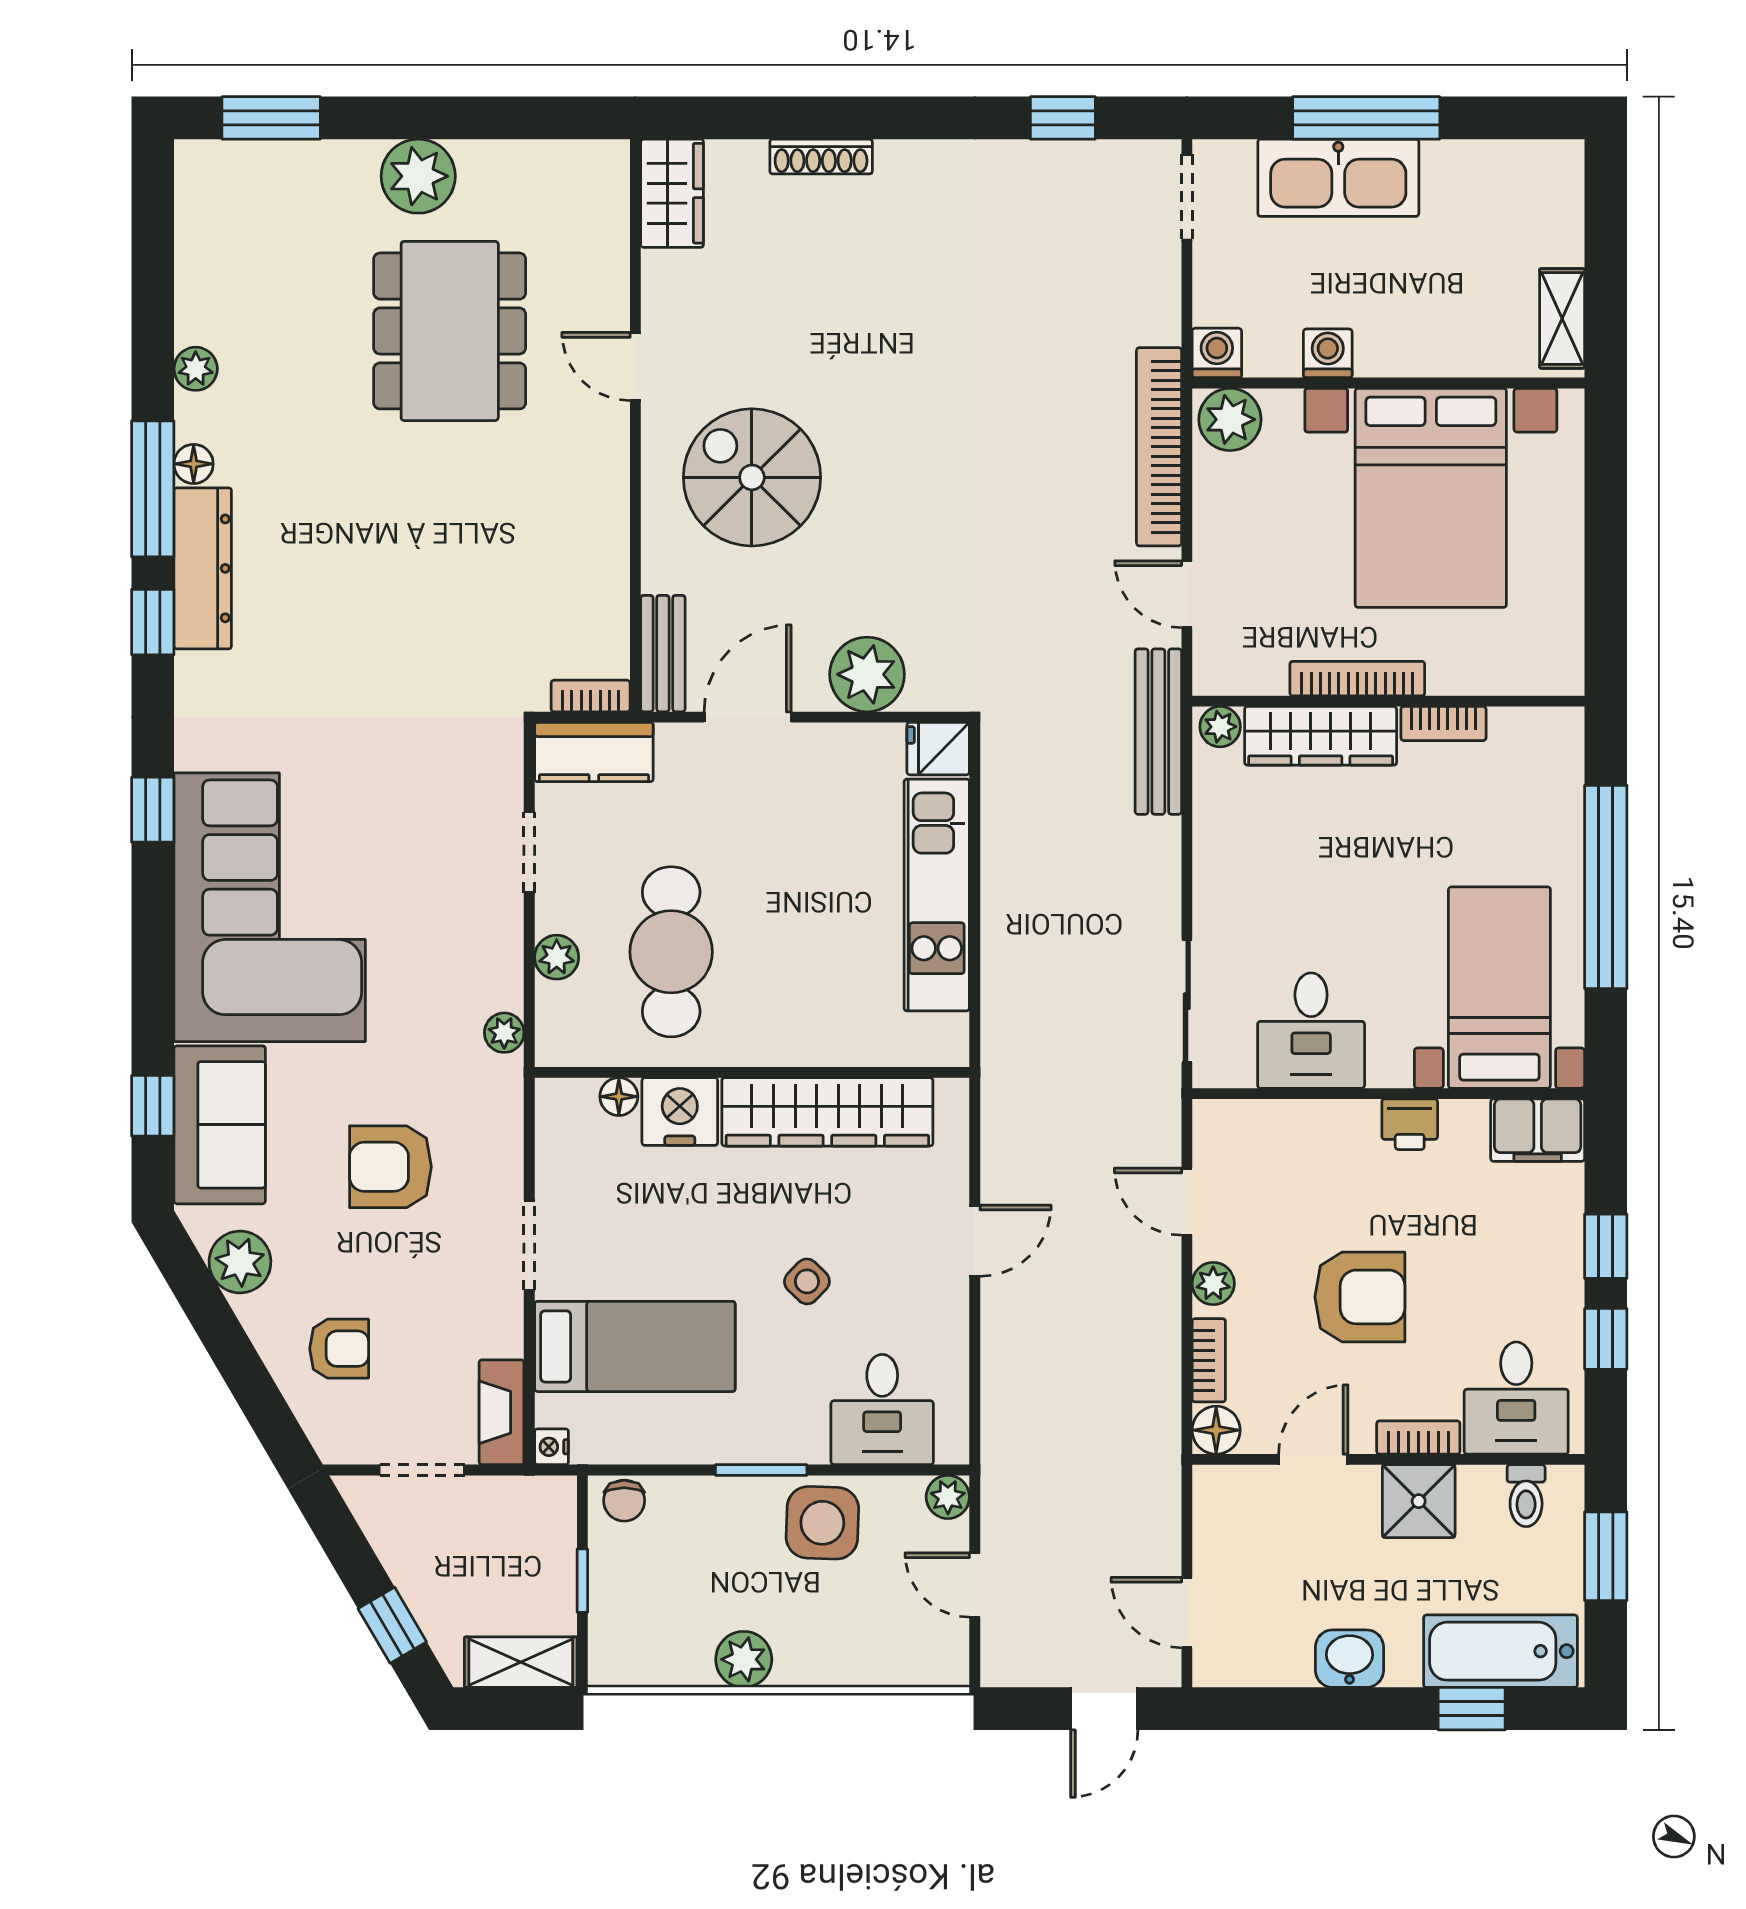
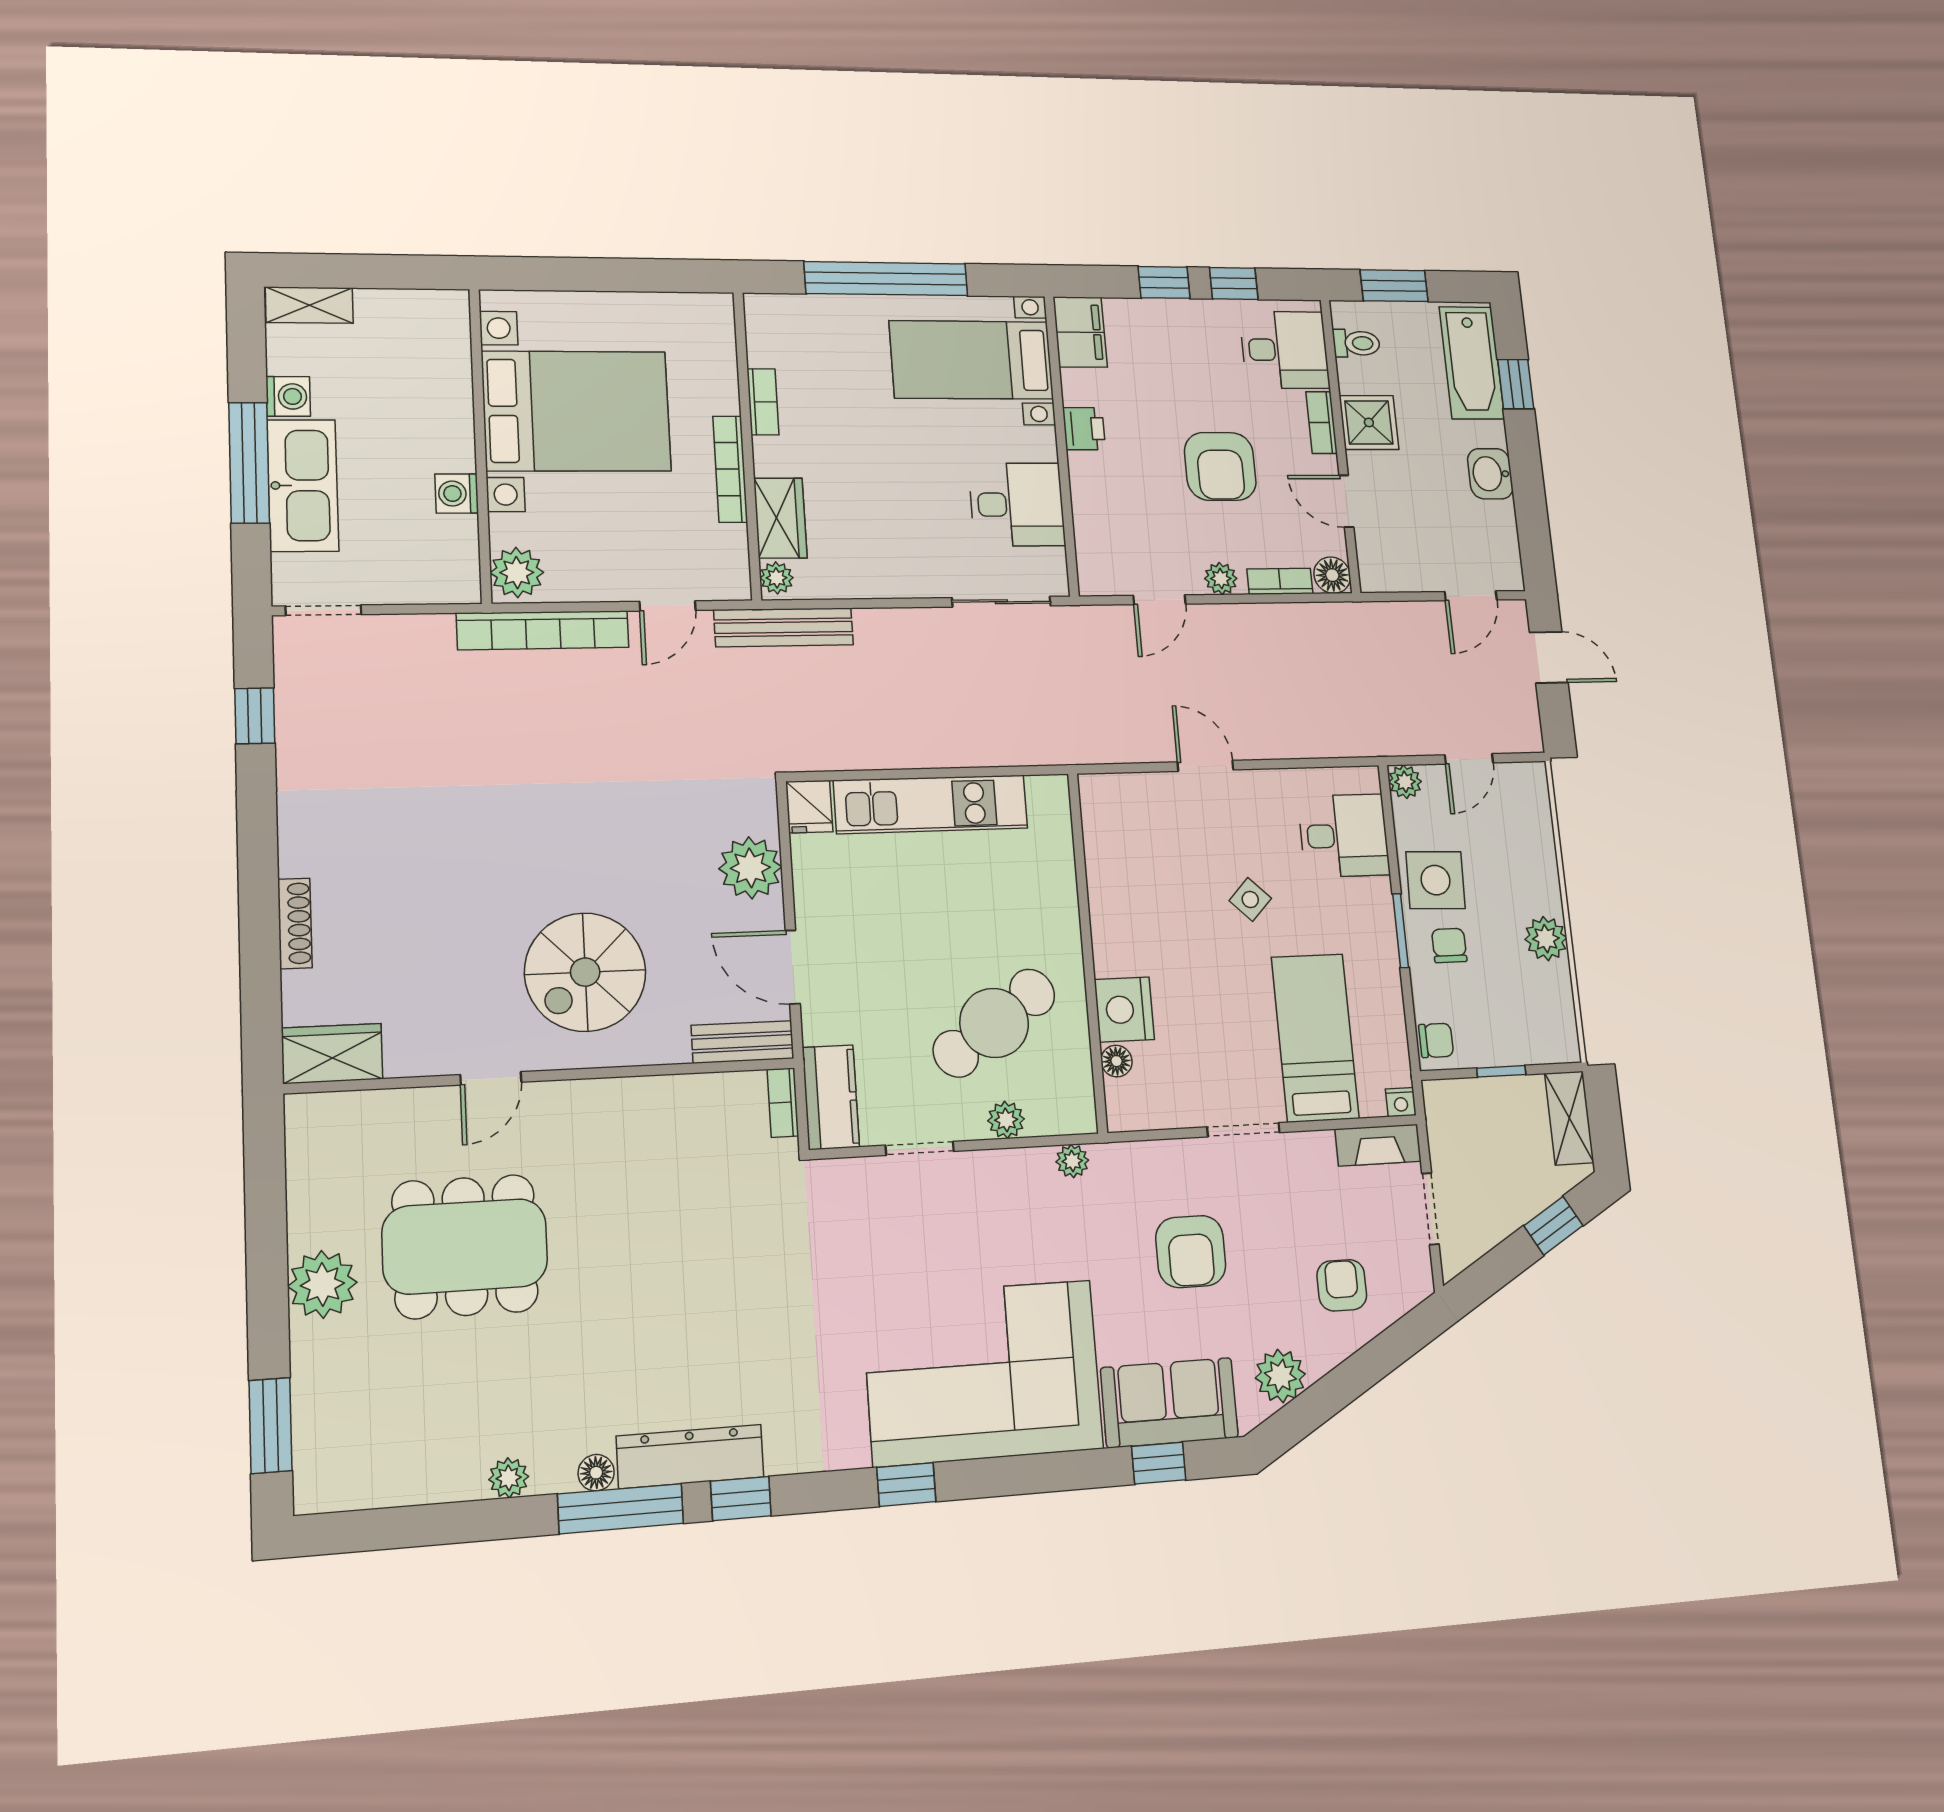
shelving: (1562, 318) -> (309, 305), moved
washing machine: (1217, 353) -> (288, 396), moved, turned 180
wardrobe: (1321, 736) -> (780, 518), width x0.67
cafe table: (671, 952) -> (994, 1023), turned -35
wardrobe: (827, 1112) -> (1114, 888), removed
armchair: (1360, 1297) -> (1220, 466), turned 180
chair: (740, 1531) -> (1449, 946), added

